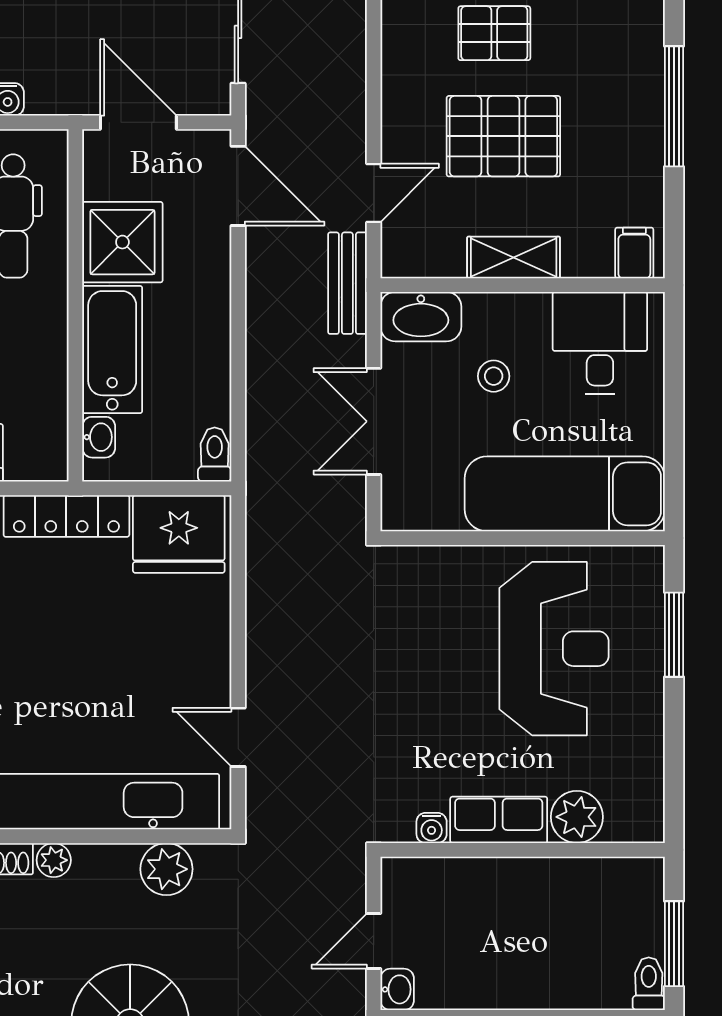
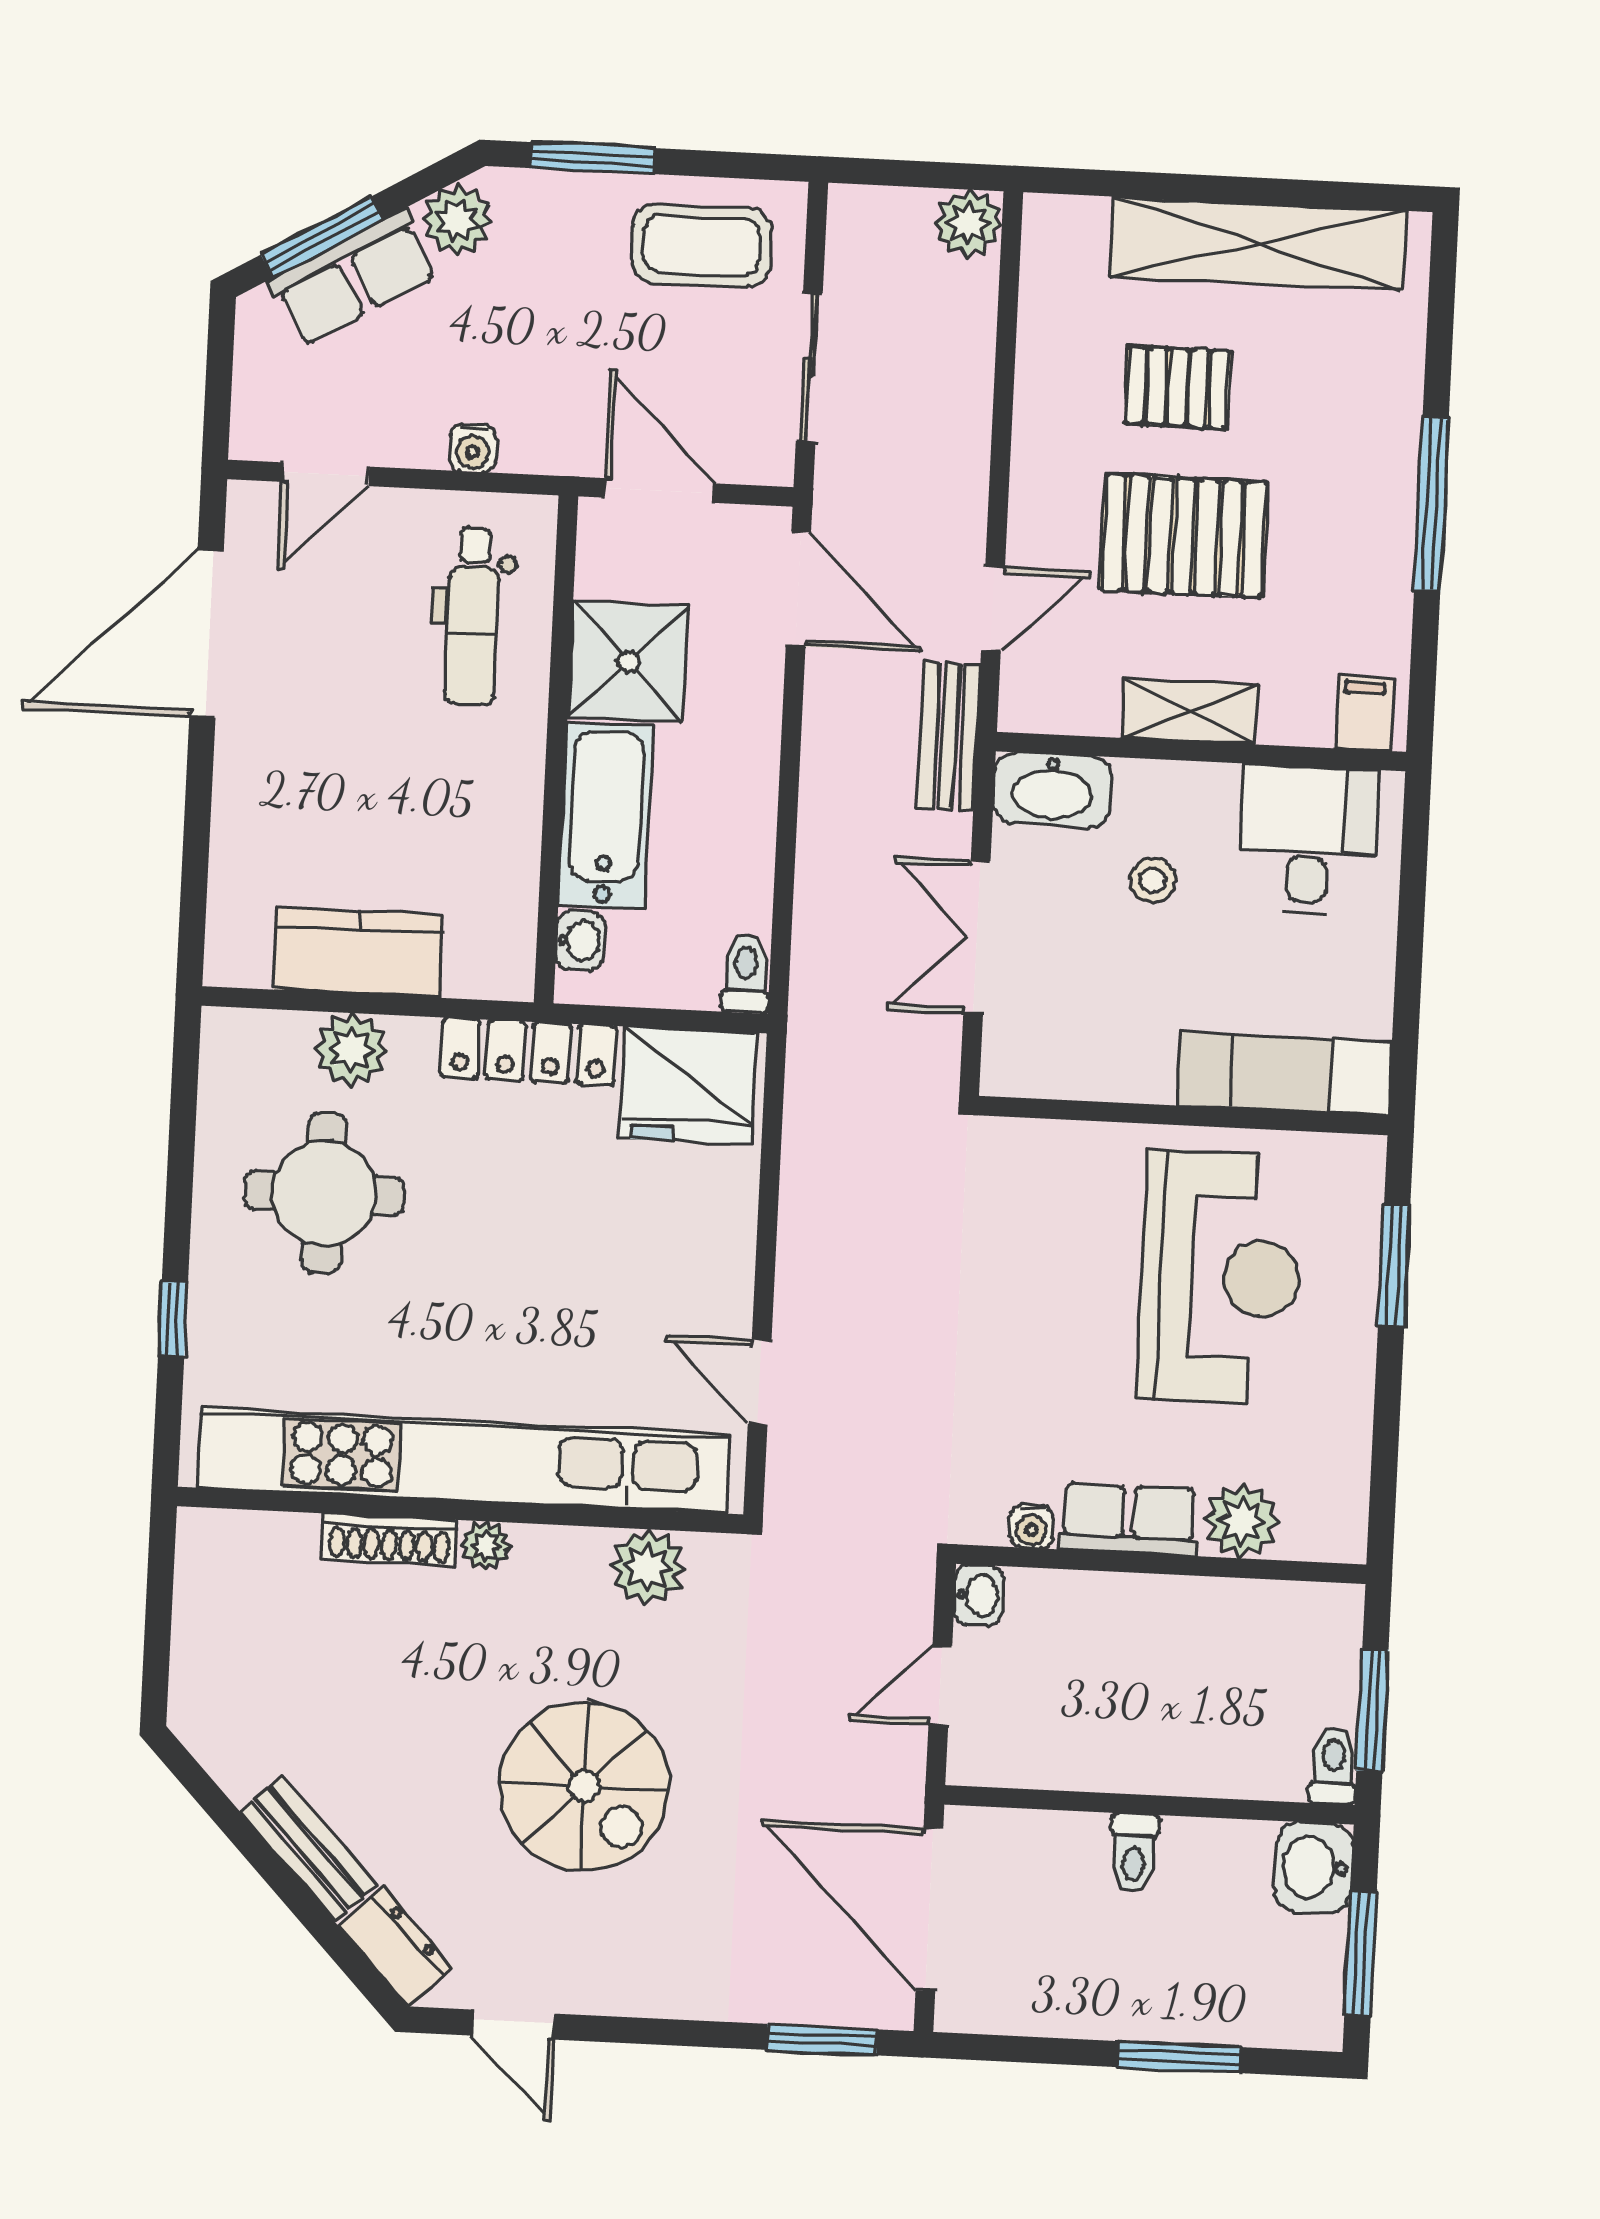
exam couch: (565, 494) -> (1284, 1074), width x0.73, depth x0.69
washbasin: (397, 989) -> (979, 1595), moved

